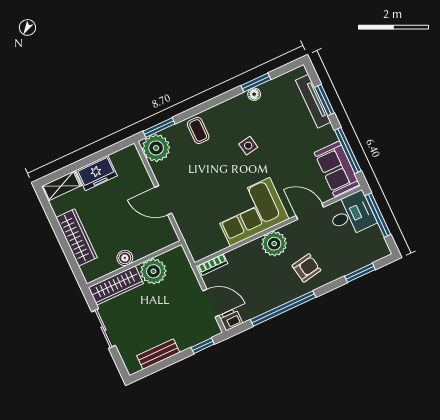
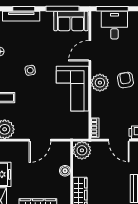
desk: (352, 215) -> (114, 25), moved
boiler: (125, 258) -> (65, 171), moved
armchair: (306, 268) -> (125, 80), moved
plant: (153, 271) -> (82, 150), moved
door: (211, 303) -> (119, 140), swing flipped

